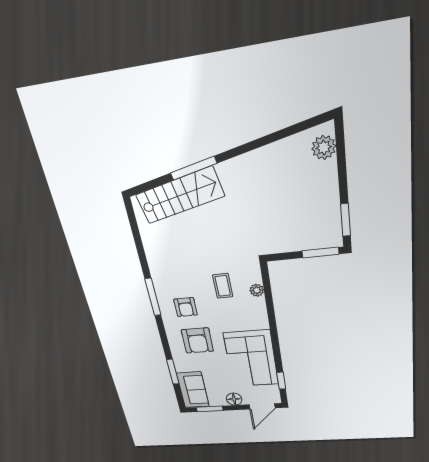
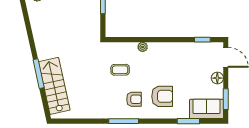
plant: (257, 290) -> (143, 47), moved
corner sofa: (251, 359) -> (181, 59), removed

